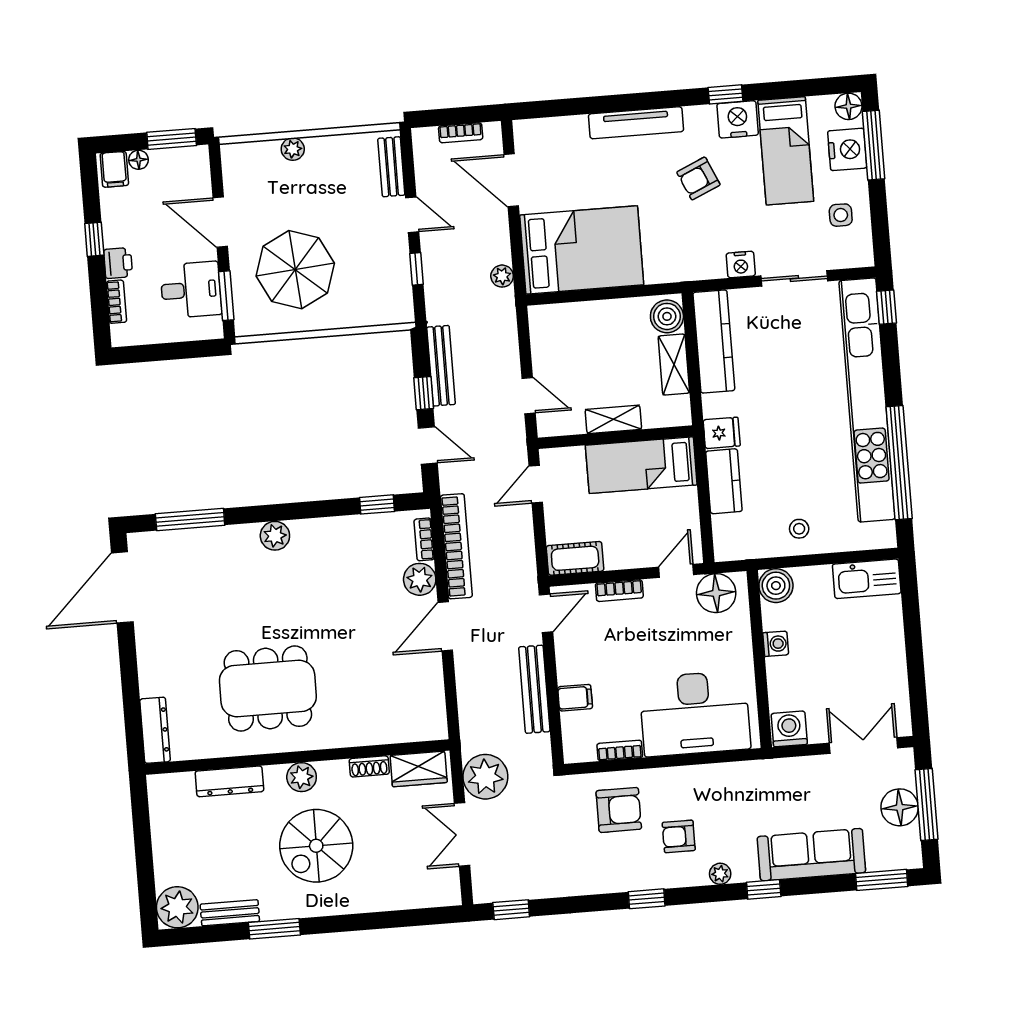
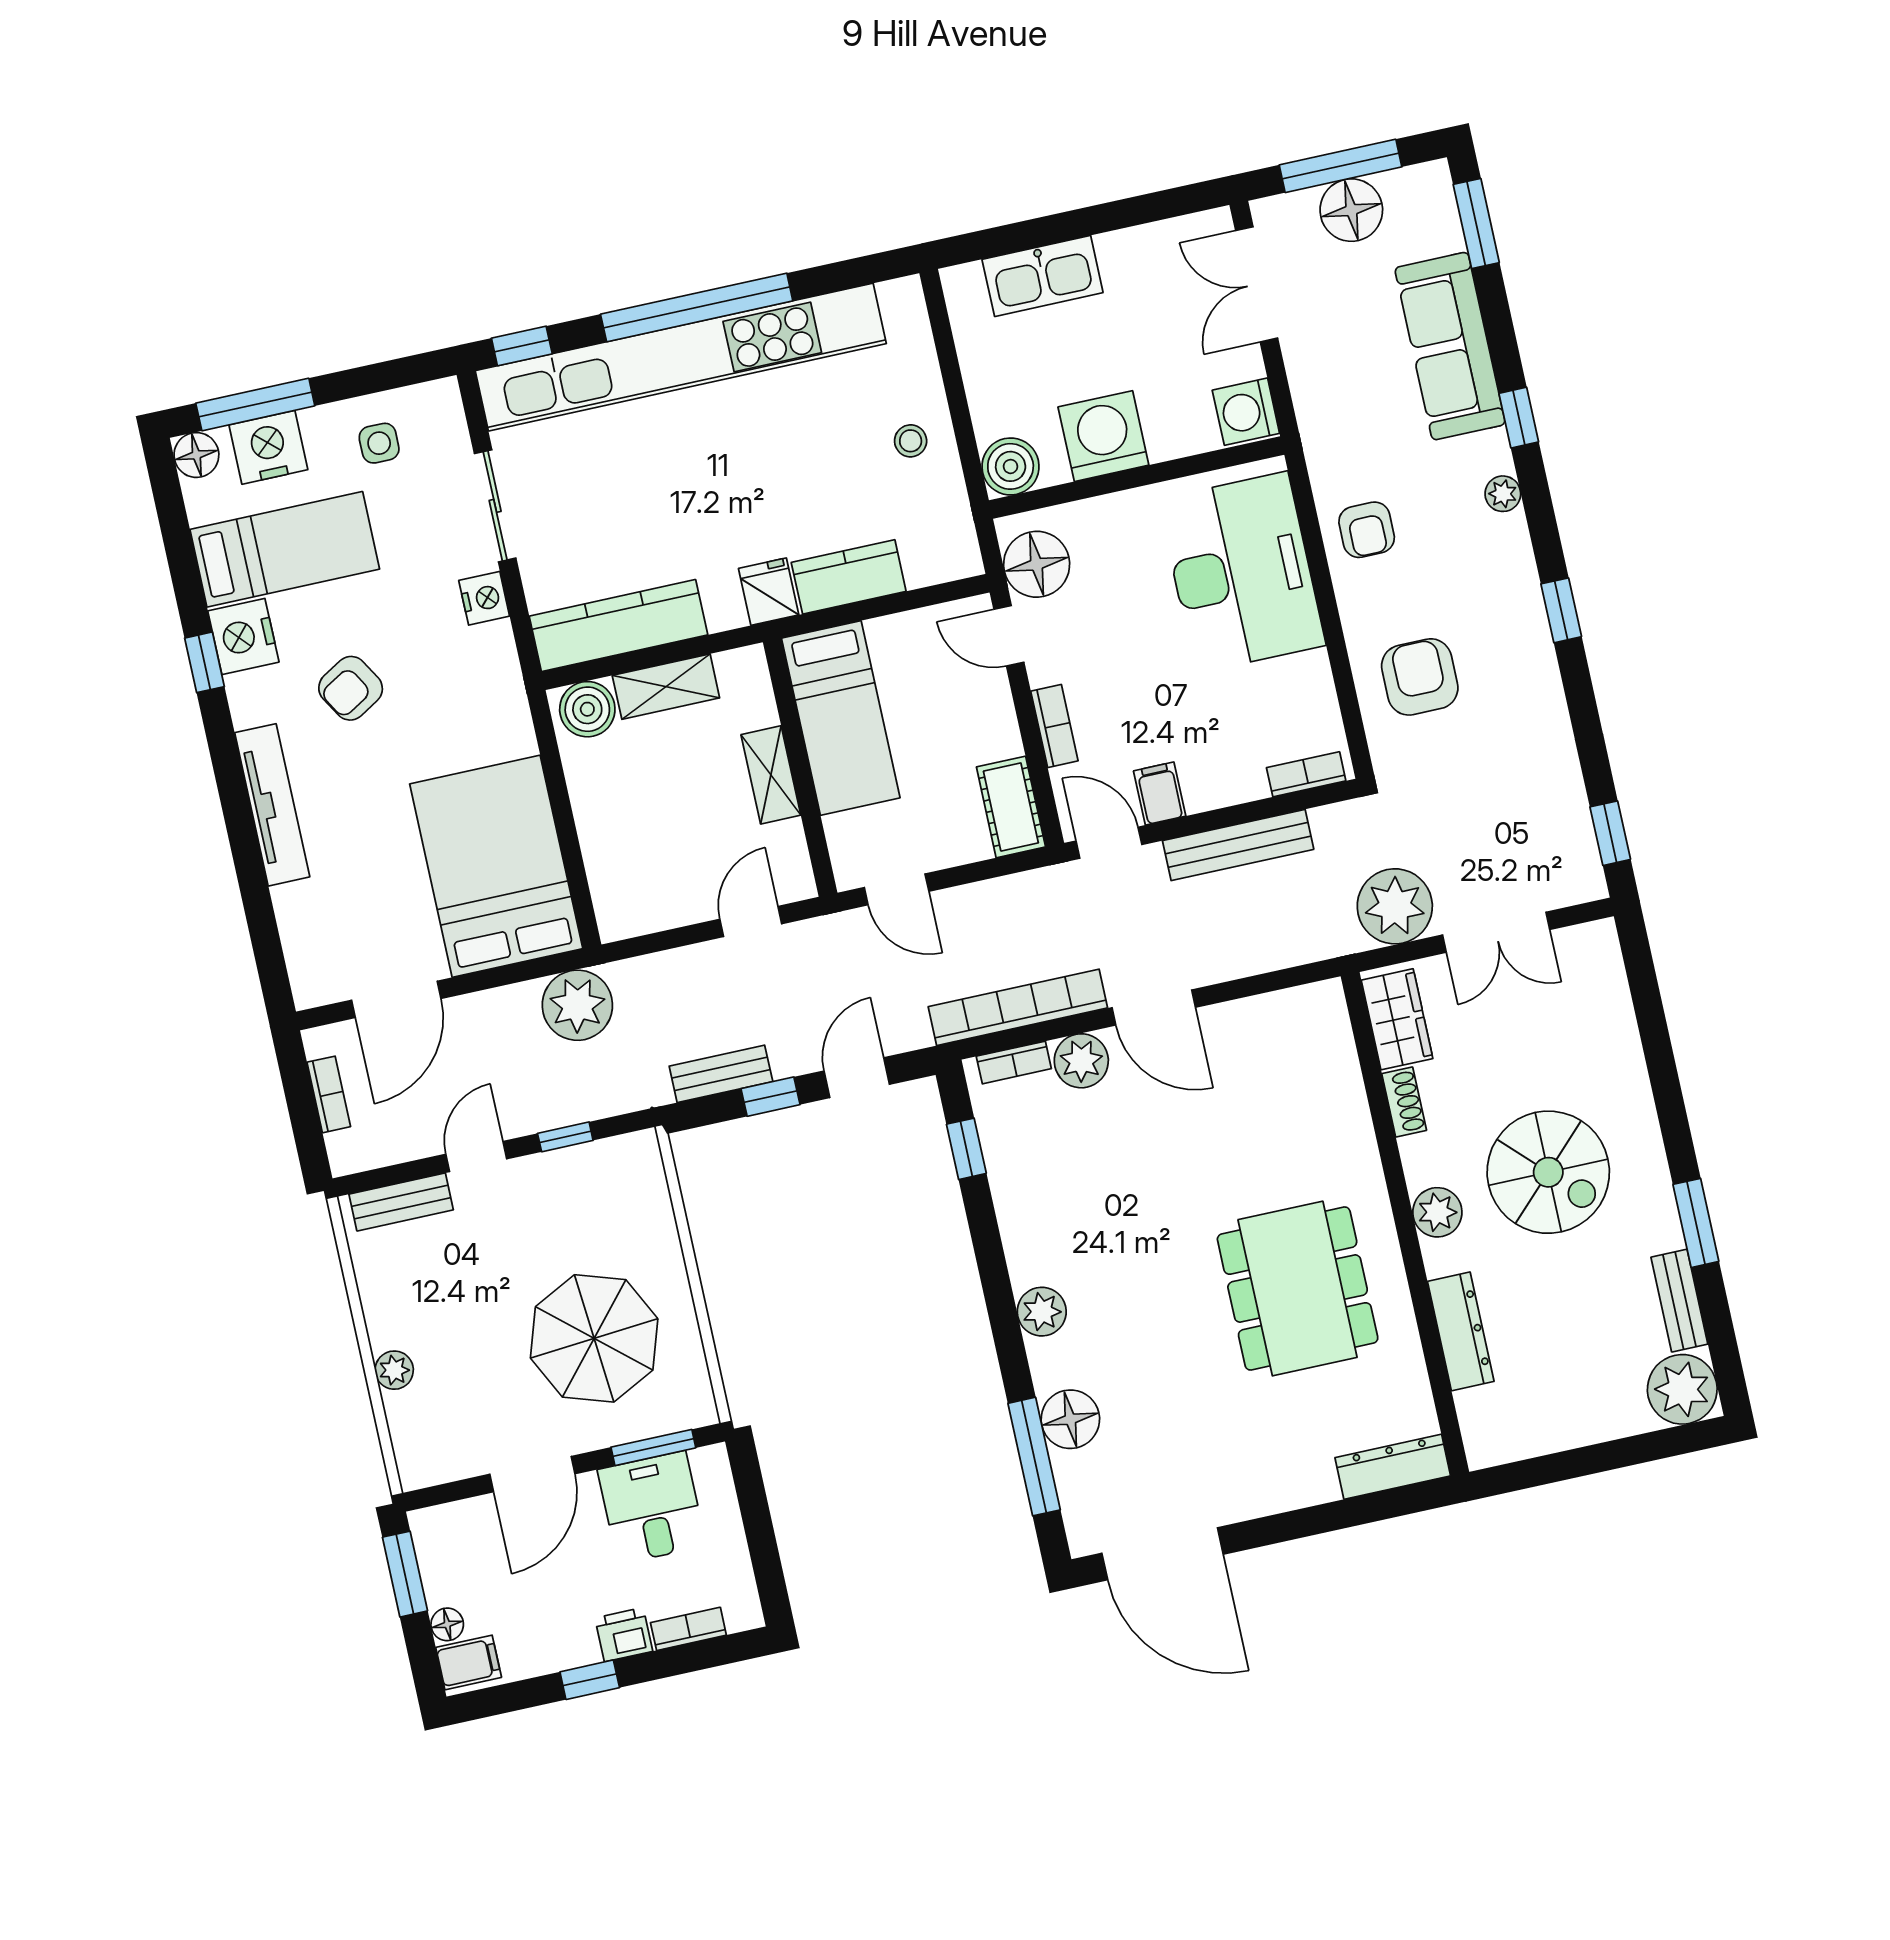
armchair: (698, 178) -> (351, 688), turned 83
plant: (502, 276) -> (577, 1005), width x1.88, depth x1.88
bench: (441, 366) -> (721, 1074), width x0.73
window: (899, 463) -> (697, 307), moved
floor lamp: (209, 544) -> (1070, 1419), added
kitchen sink: (867, 579) -> (1043, 276), moved, turned 90
washing machine: (776, 644) -> (1103, 436), width x1.89, depth x1.89
filing cabinet: (575, 698) -> (1160, 793), moved
bookcase: (620, 751) -> (1306, 774), moved, turned 90
armchair: (679, 836) -> (1367, 530), moved

